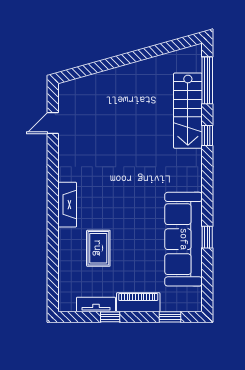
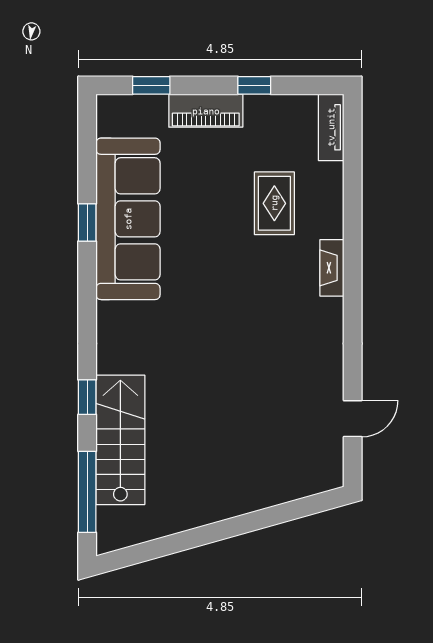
fireplace: (67, 205) -> (332, 268), width x0.73, depth x0.76
tv unit: (96, 304) -> (331, 127), moved, turned 90

